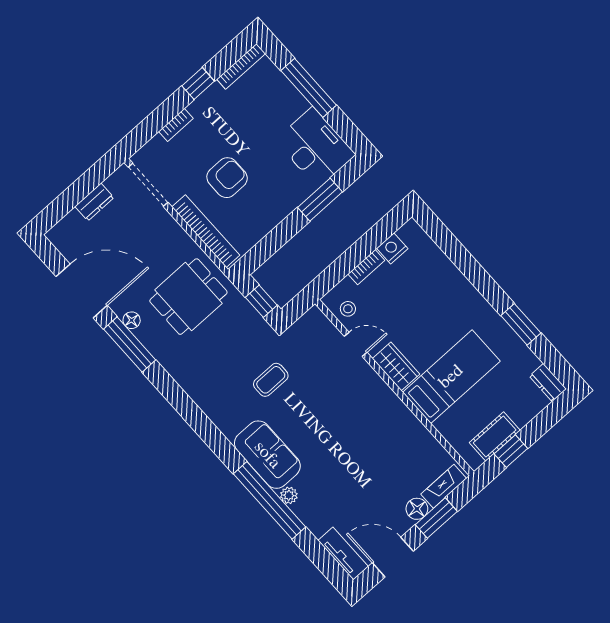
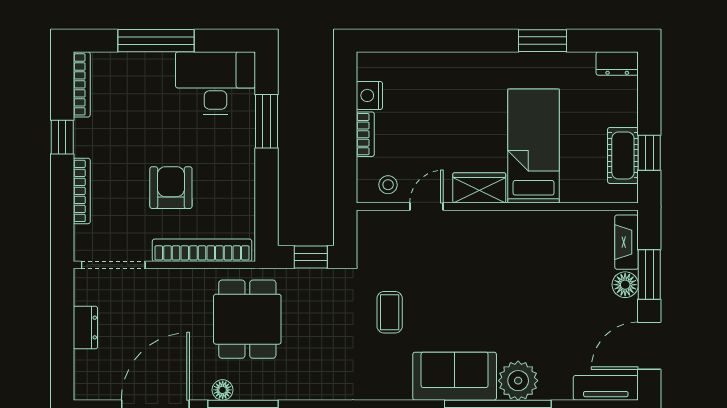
bookcase: (176, 125) -> (82, 191), width x1.56
plant: (289, 495) -> (518, 381), width x1.87, depth x1.87

